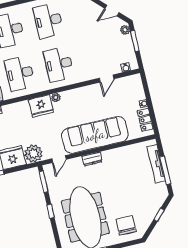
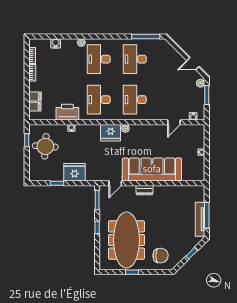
locker: (145, 120) -> (199, 167), removed
plant: (34, 154) -> (94, 173), removed
tv unit: (156, 164) -> (200, 219), moved
chair: (126, 225) -> (161, 256), turned 90

